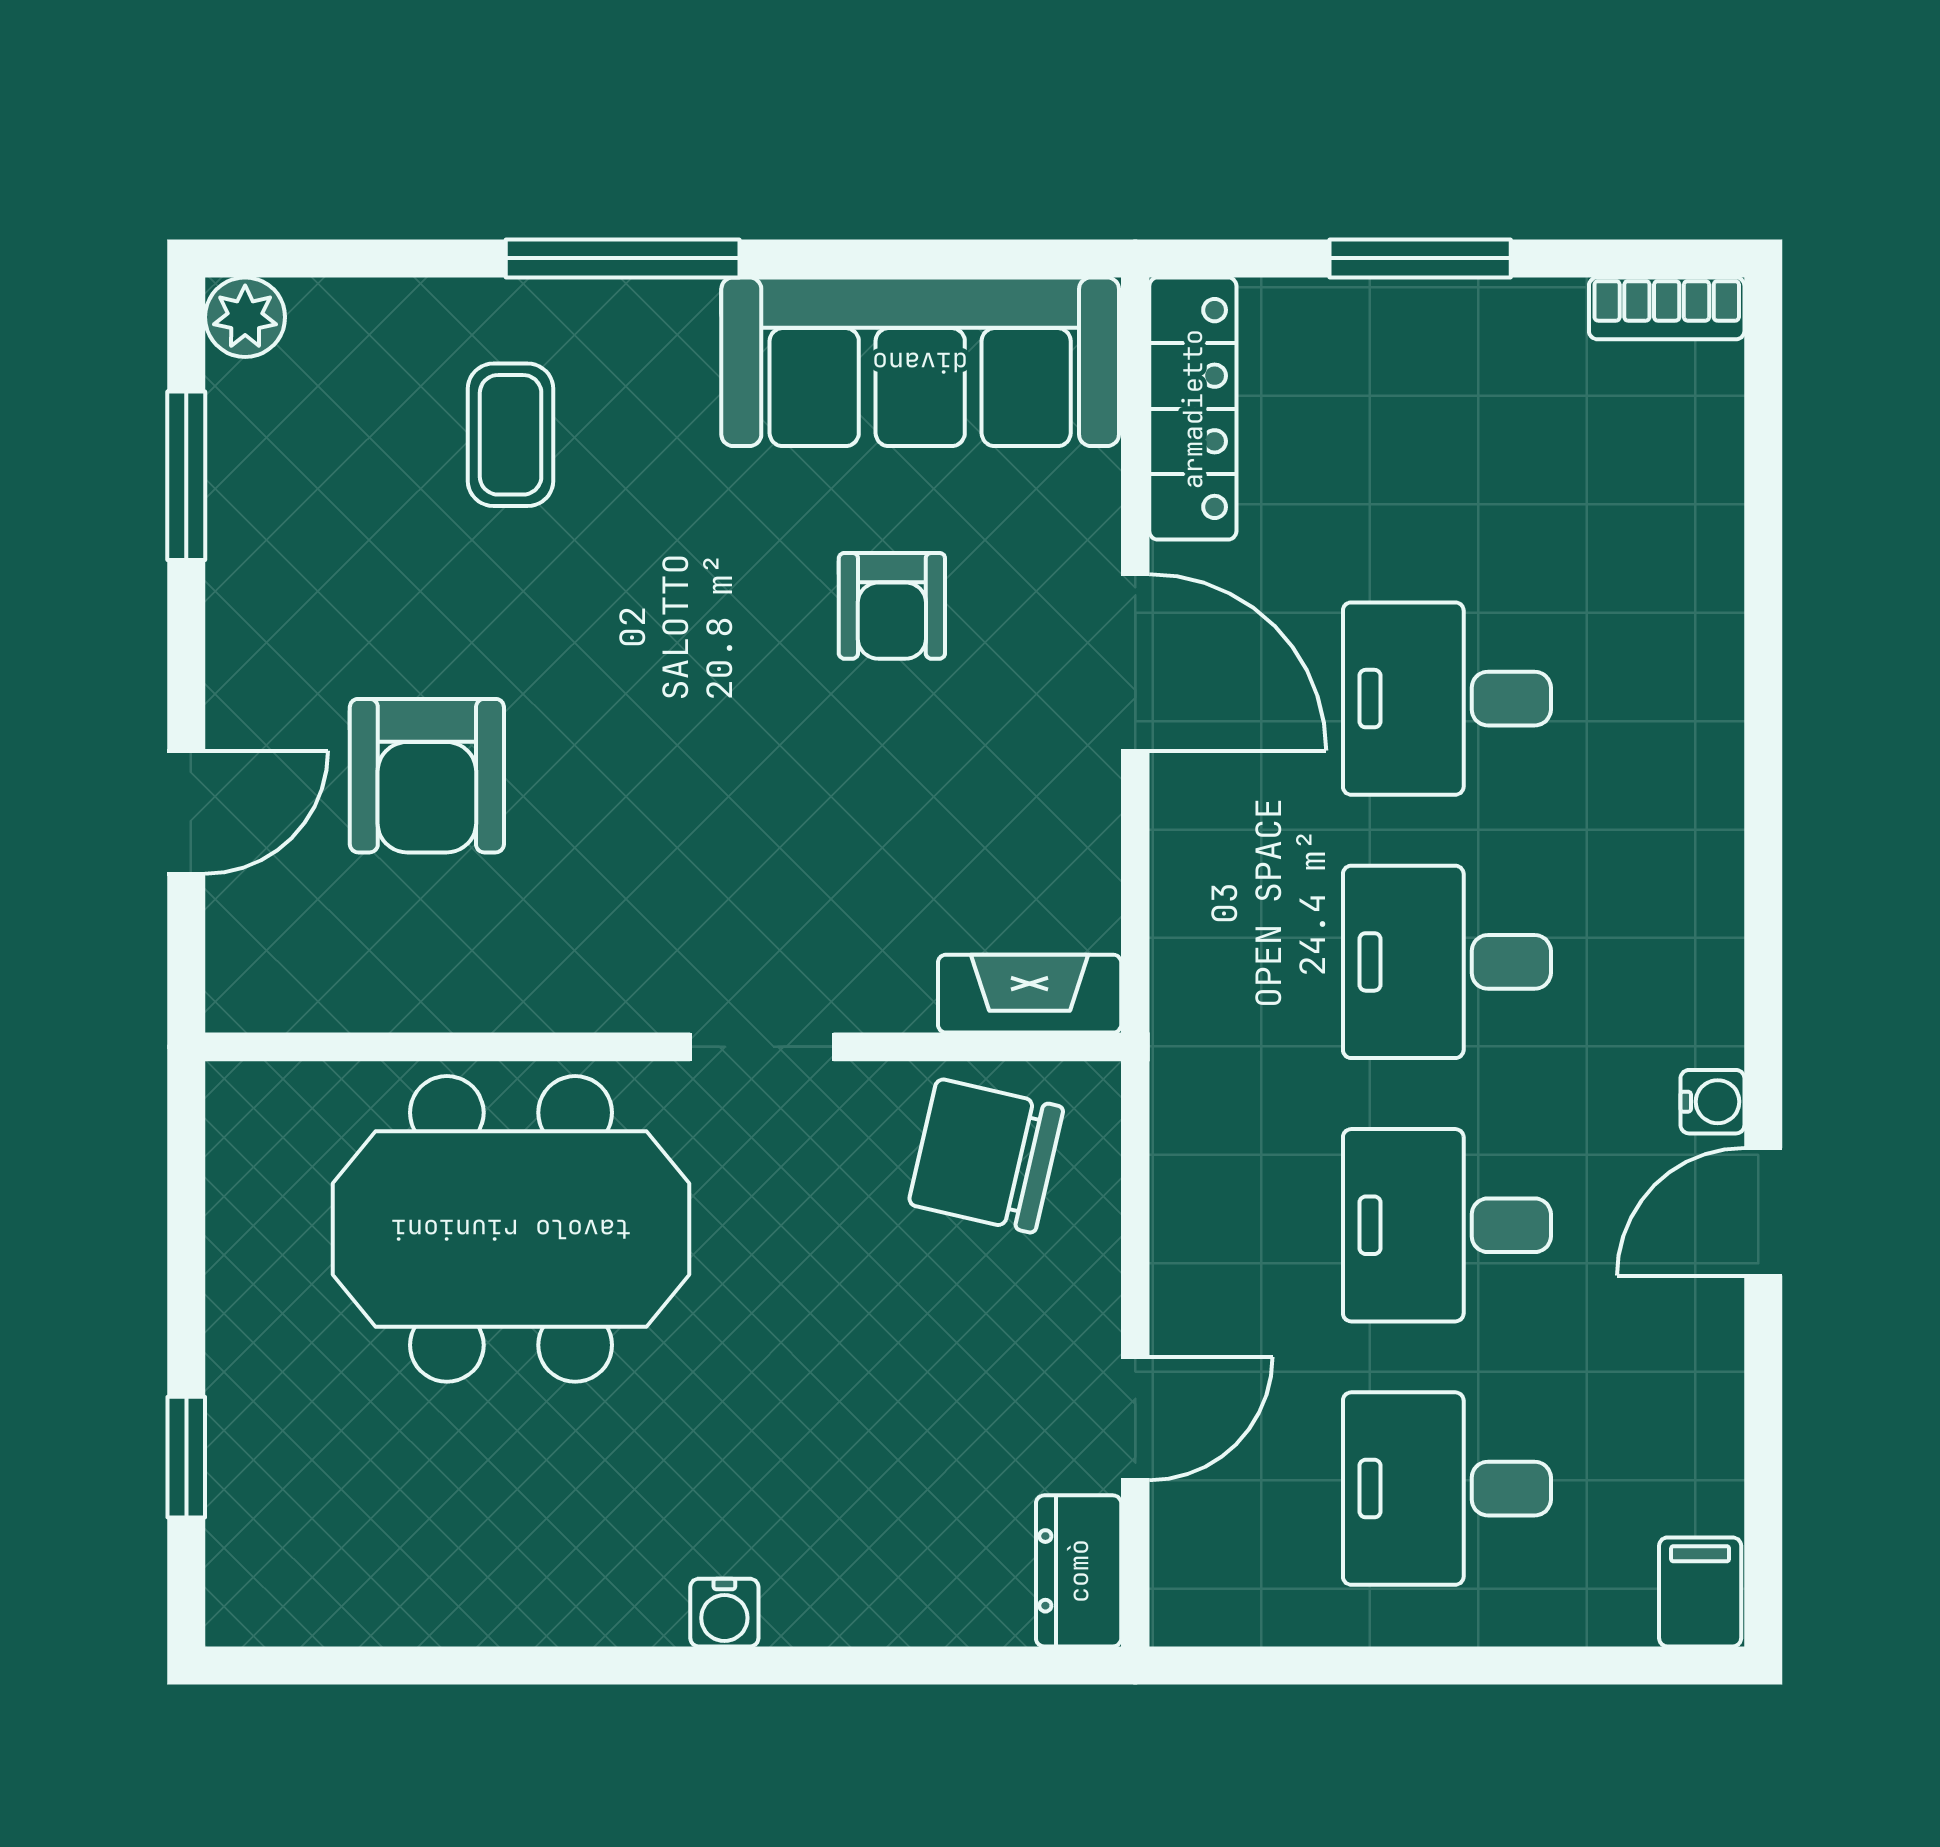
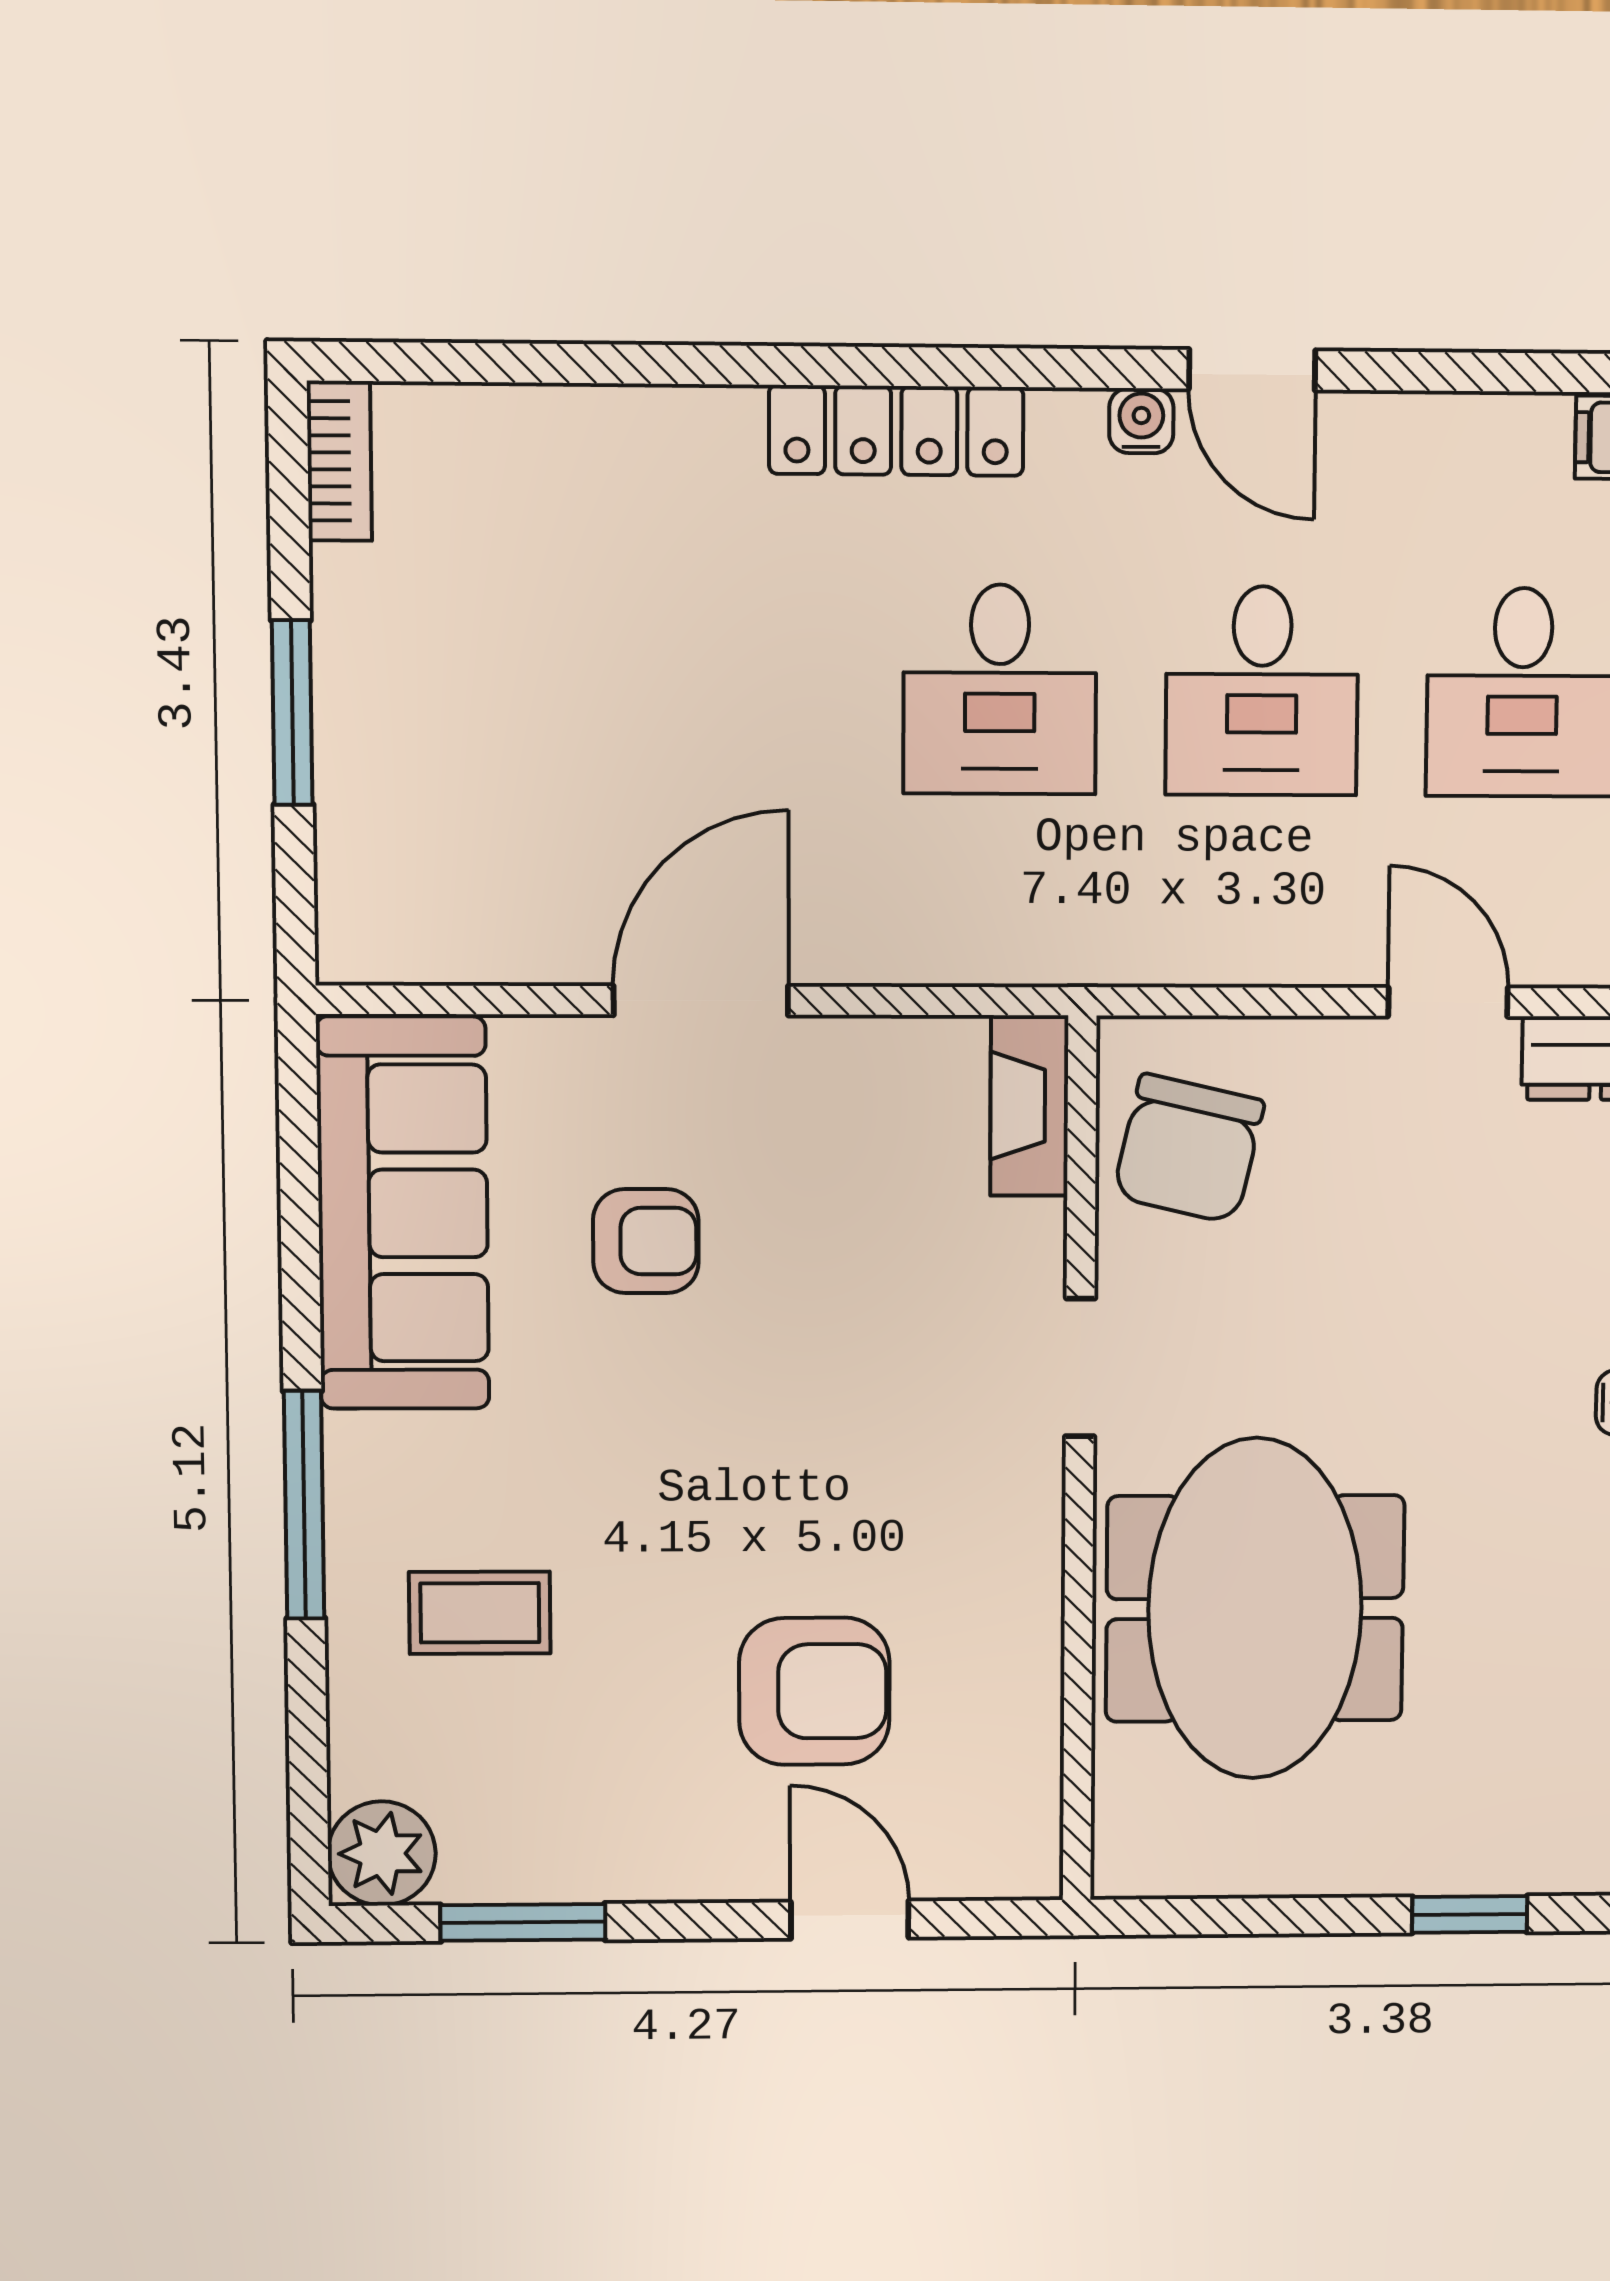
plant: (245, 317) -> (382, 1853), width x1.38, depth x1.38
locker: (1193, 409) -> (896, 430), moved, turned 180
desk: (1447, 699) -> (736, 688), removed

